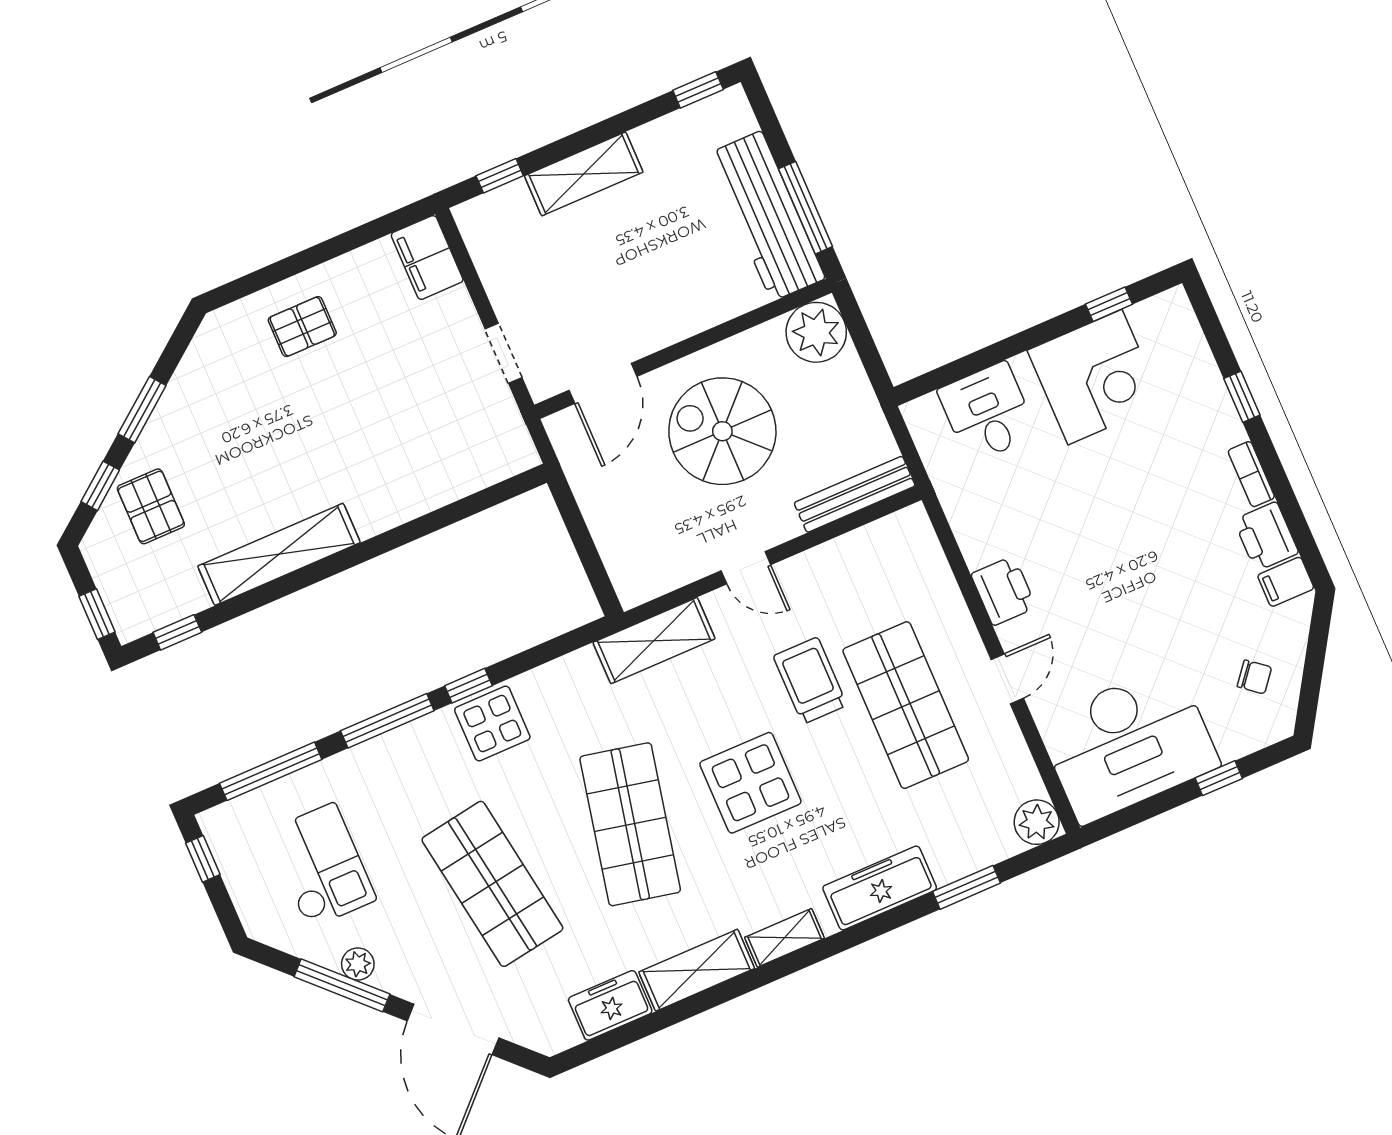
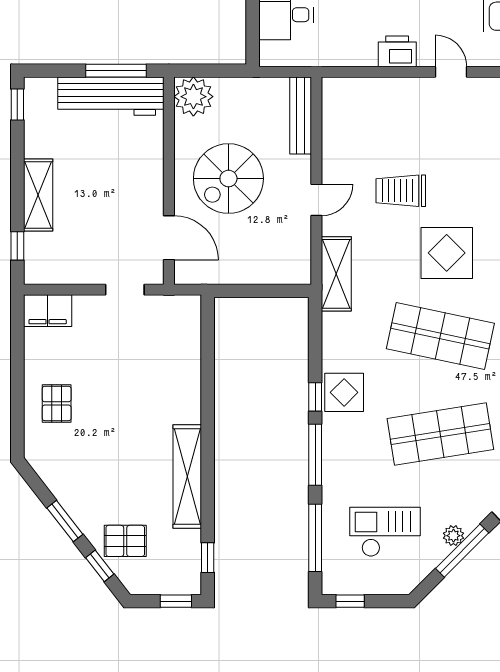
shop shelf: (906, 705) -> (440, 140), removed

